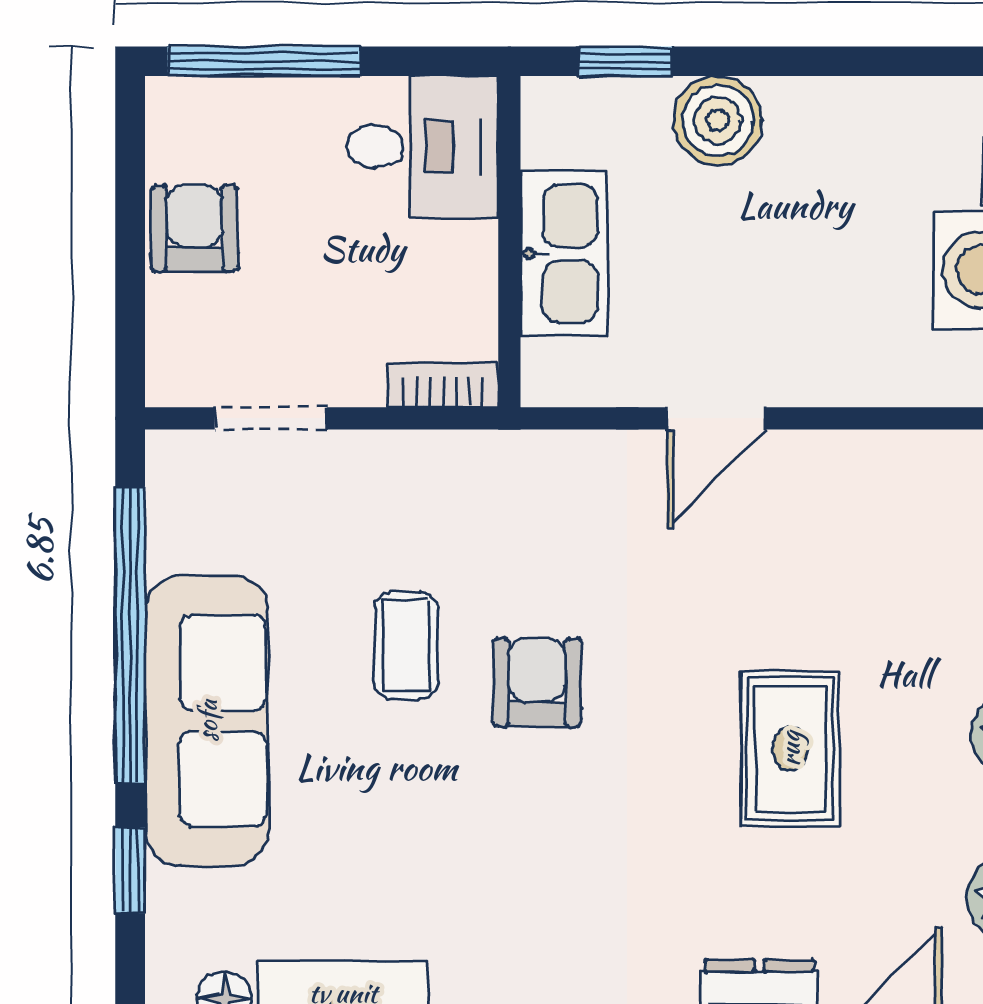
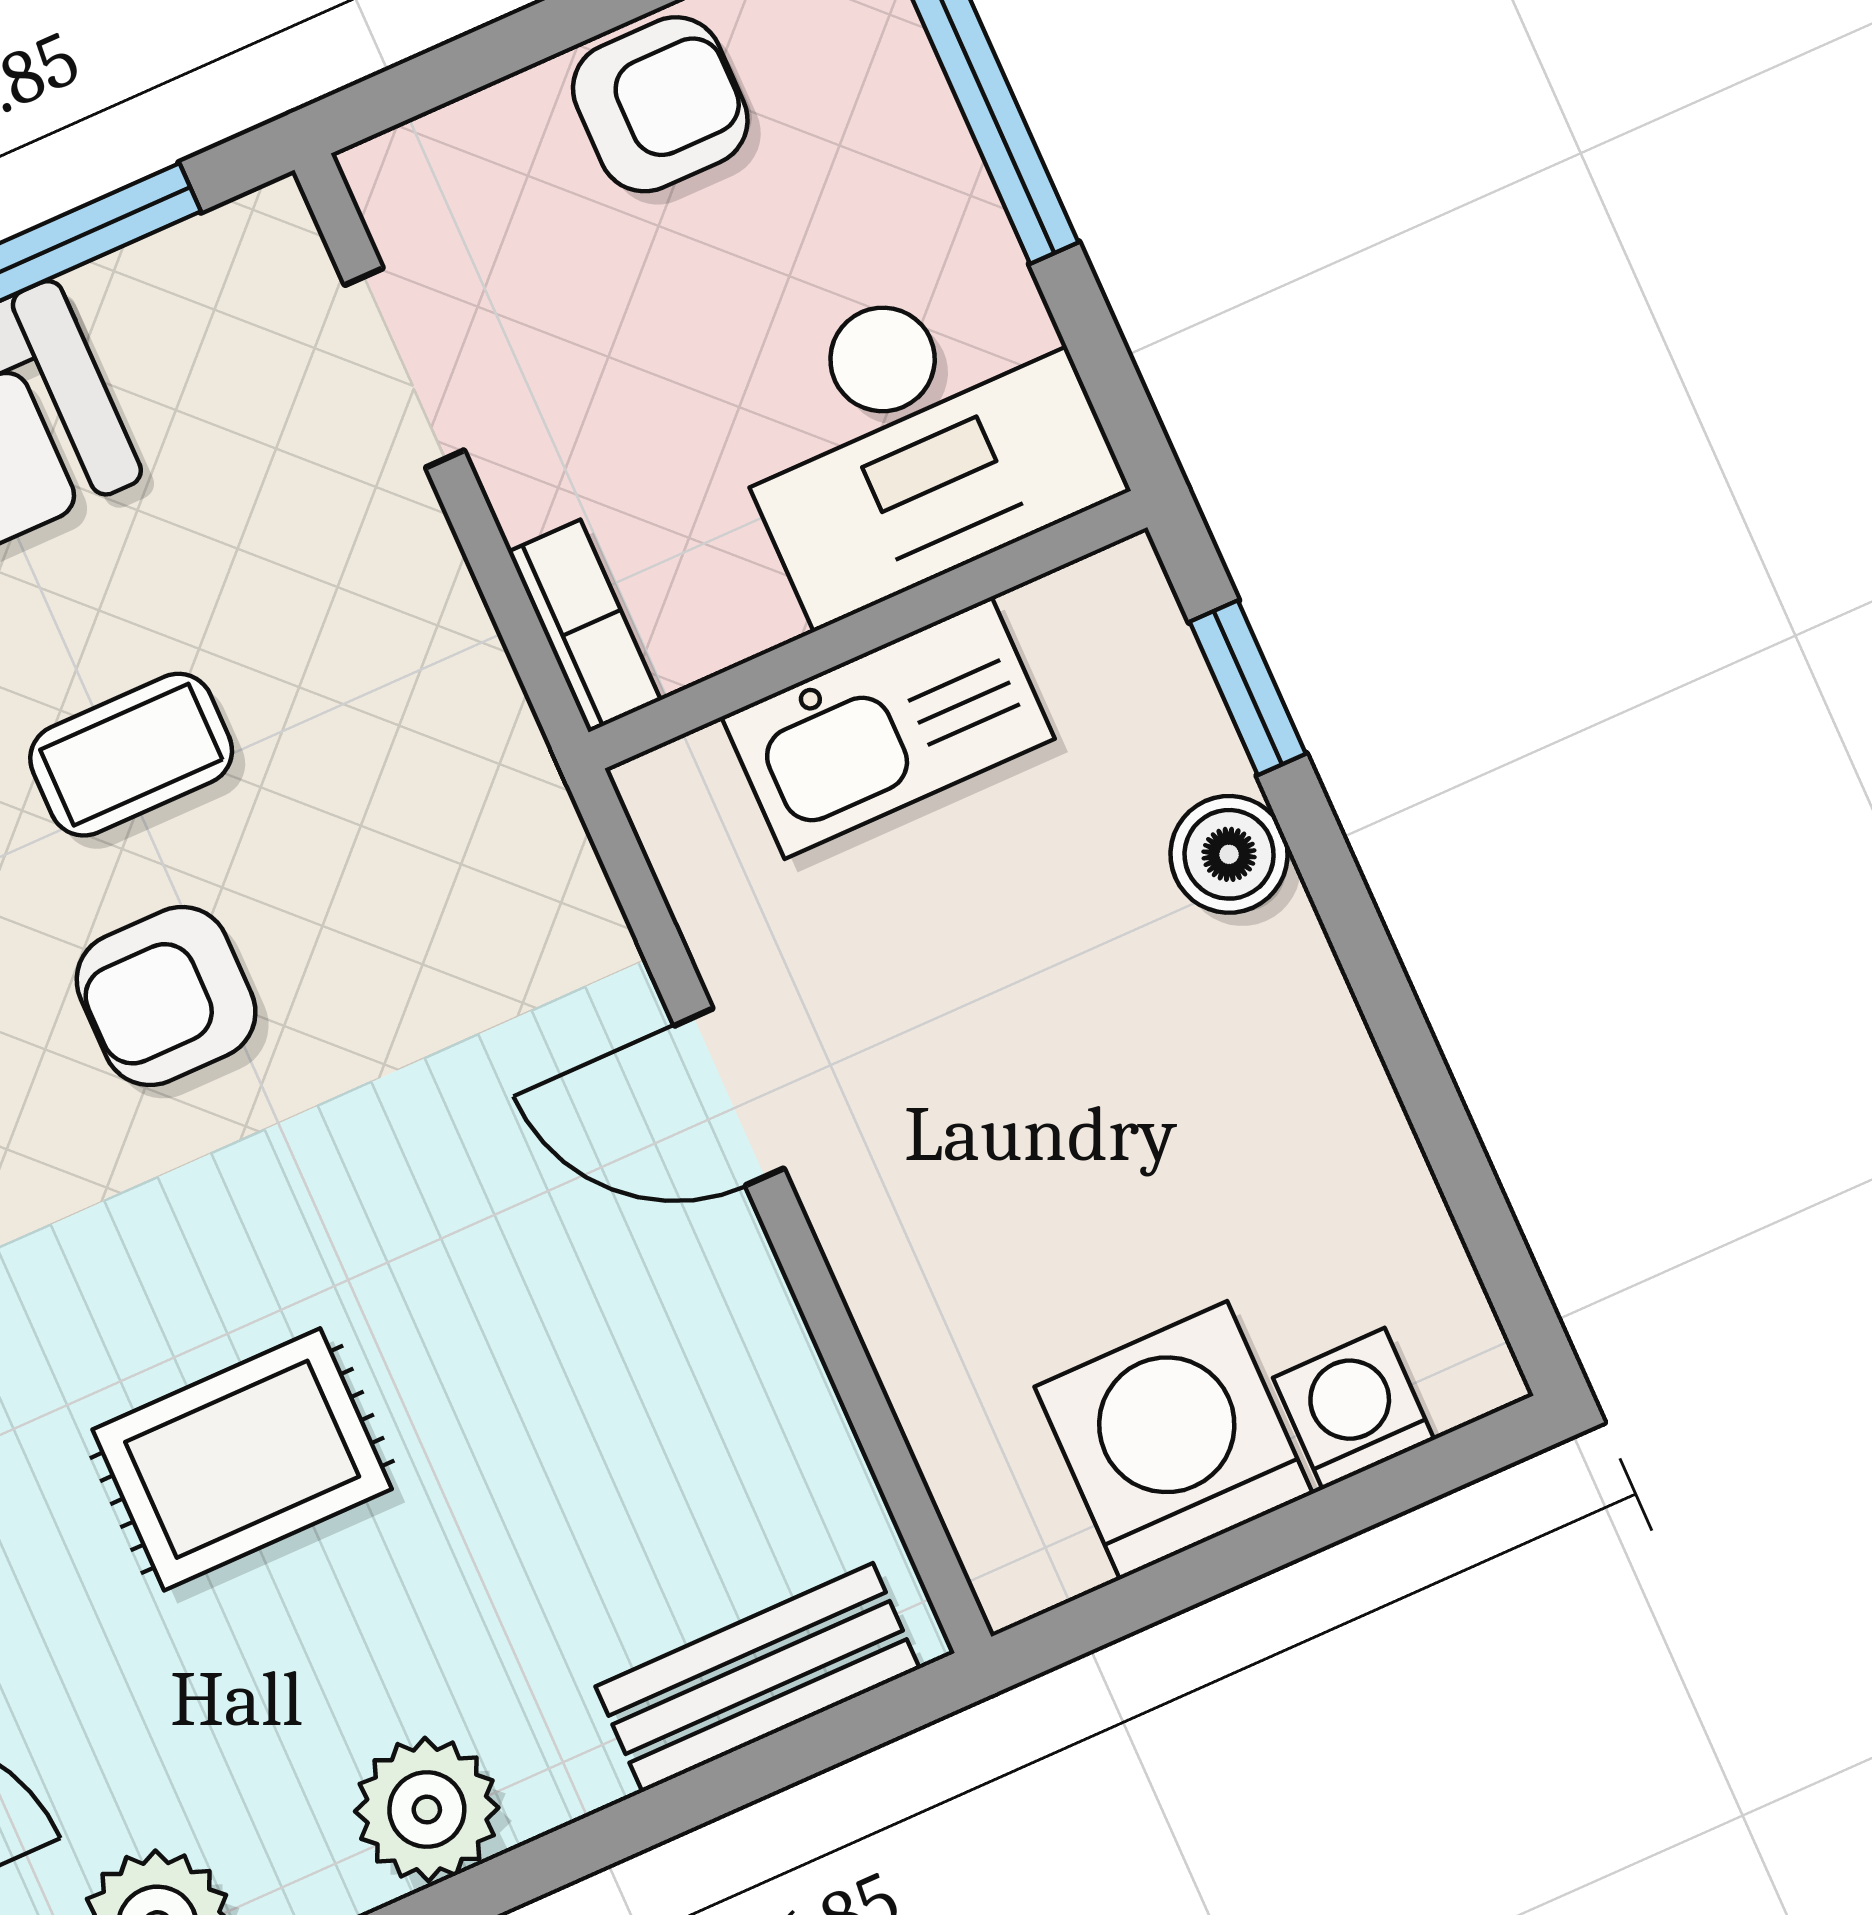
boiler: (718, 120) -> (1229, 854), width x0.73, depth x0.73
desk: (422, 147) -> (917, 437), width x1.37
armchair: (537, 682) -> (166, 996), turned 180

